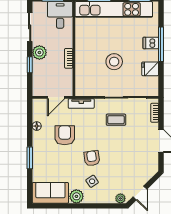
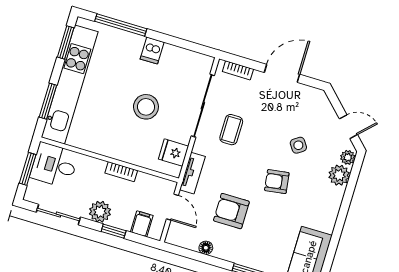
dishwasher: (151, 43) -> (152, 51), moved
window: (161, 44) -> (121, 25), moved
fridge: (150, 69) -> (174, 153), moved, turned 90
filing cabinet: (40, 81) -> (142, 224), added
side table: (92, 181) -> (298, 145), moved
plant: (76, 196) -> (339, 175), moved

